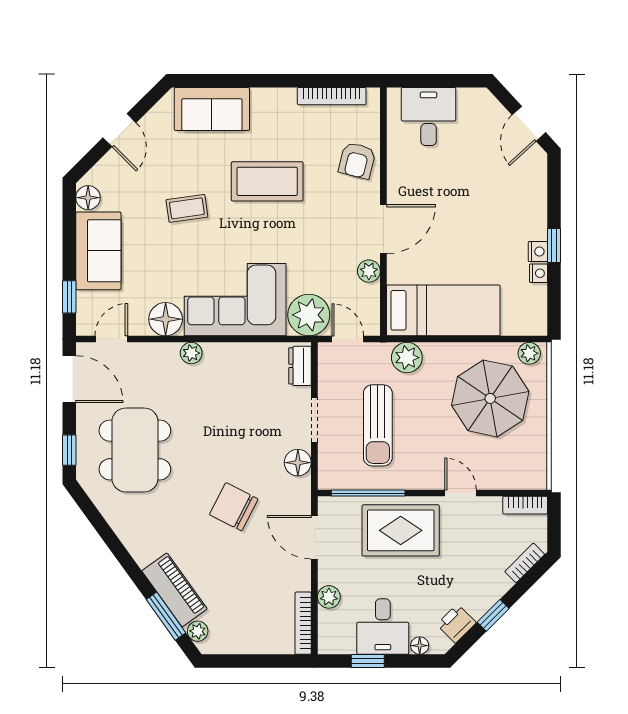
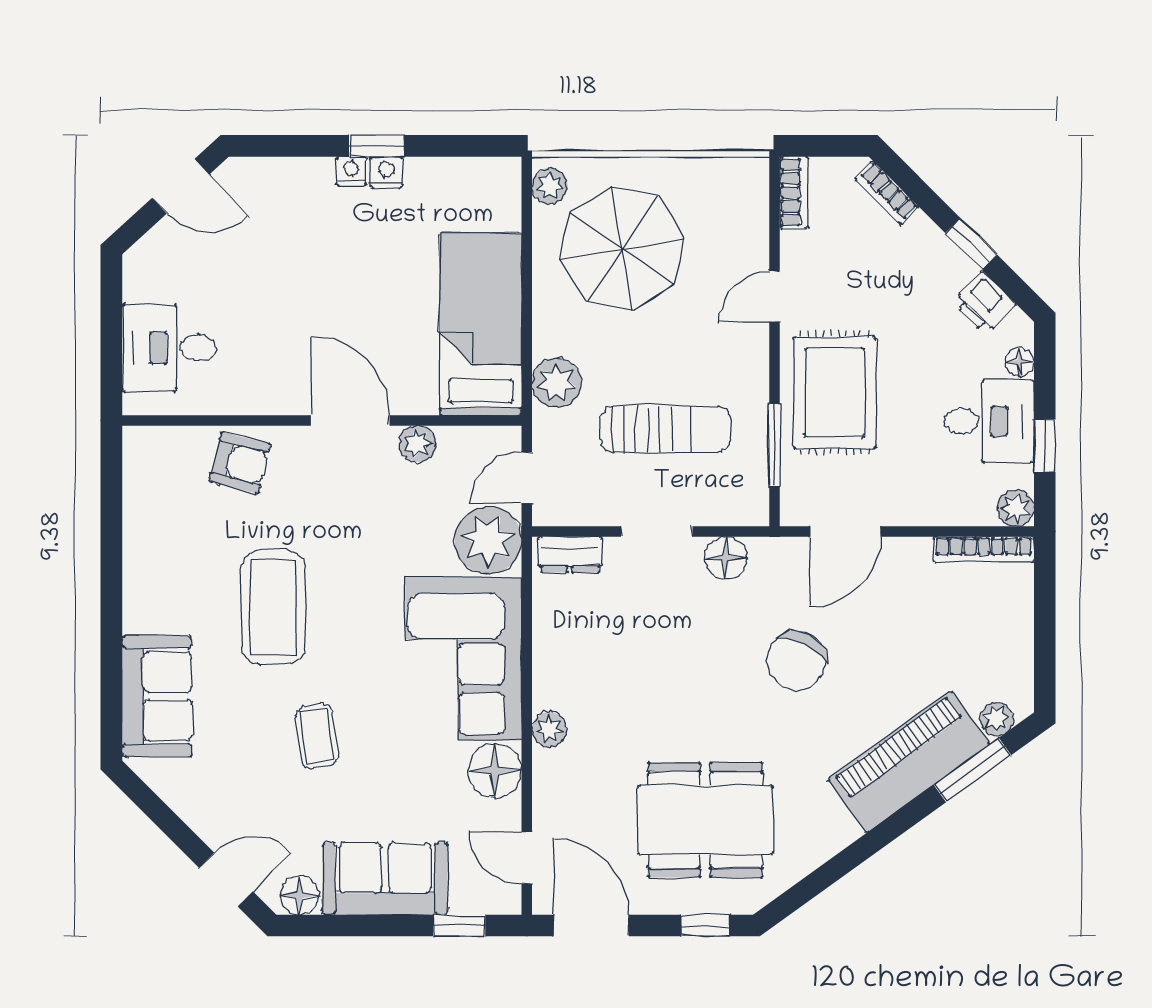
bookcase: (332, 96) -> (136, 504), removed
door: (119, 130) -> (226, 880), moved
nightstand: (539, 273) -> (351, 171), moved
door: (69, 379) -> (591, 925), hinge flipped
window: (368, 493) -> (774, 445), width x0.69
piano: (174, 590) -> (909, 762), width x1.37, depth x1.33
plant: (329, 597) -> (1016, 508), moved

